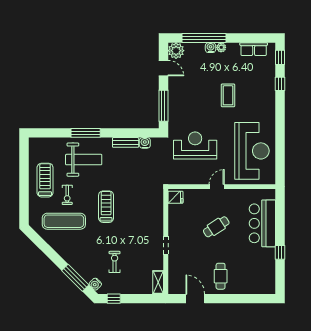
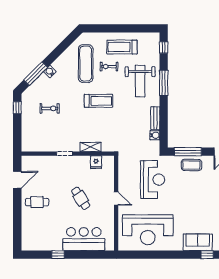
sofa: (266, 94) -> (198, 242), added
coffee table: (228, 95) -> (192, 165), moved
window: (46, 133) -> (164, 47), added
treadmill: (45, 180) -> (122, 47), turned 180
fridge: (175, 197) -> (96, 162), moved
shelving: (158, 282) -> (91, 147), moved
water cooler: (95, 284) -> (50, 72), moved

